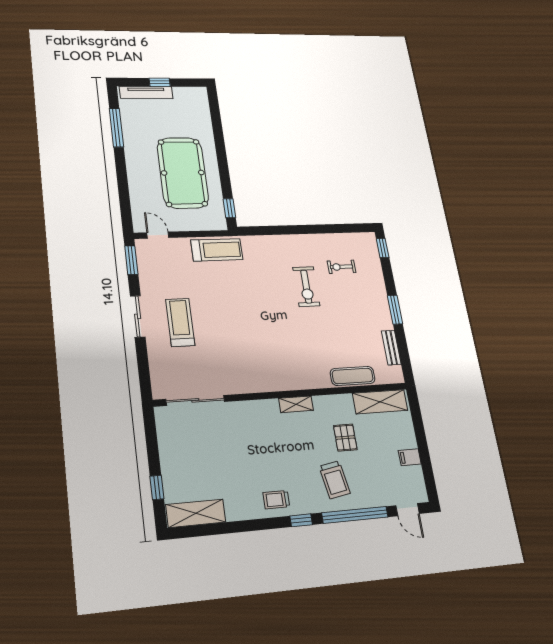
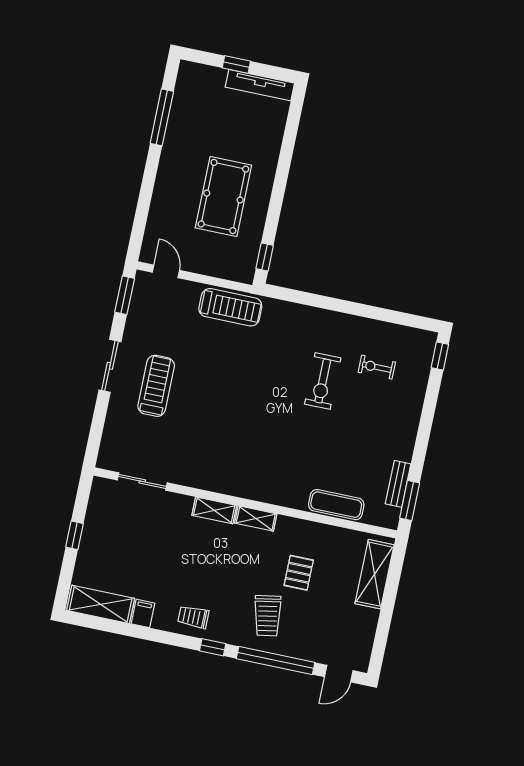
tv unit: (146, 92) -> (260, 85), moved
pool table: (183, 173) -> (223, 197), width x0.73, depth x0.76
window: (395, 310) -> (410, 501), moved
sliding door: (195, 400) -> (142, 481), width x0.73
shelving: (380, 402) -> (374, 574), moved, turned 90
shelving: (261, 407) -> (214, 510), added
filing cabinet: (410, 457) -> (143, 613), moved, turned 90
window: (157, 487) -> (75, 535), moved
door: (408, 510) -> (339, 674), hinge flipped

